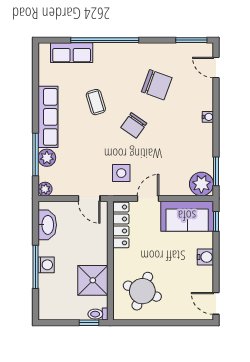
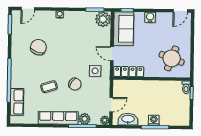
chair: (134, 125) -> (75, 84), moved
door: (89, 198) -> (111, 105), moved
shower: (93, 280) -> (164, 90), removed

